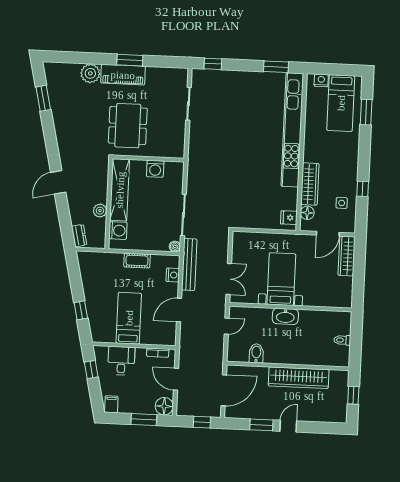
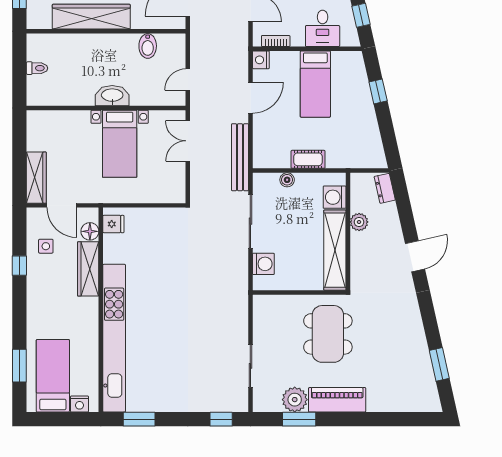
window: (130, 60) -> (299, 419), moved
plant: (90, 73) -> (295, 400), moved
washing machine: (155, 169) -> (263, 264), moved, turned 90
door: (328, 234) -> (62, 205), swing flipped
boiler: (175, 247) -> (287, 180), moved
nightstand: (173, 275) -> (261, 60), moved

